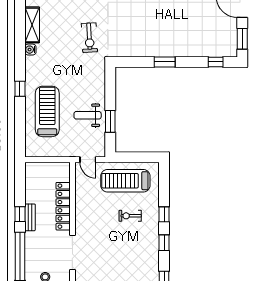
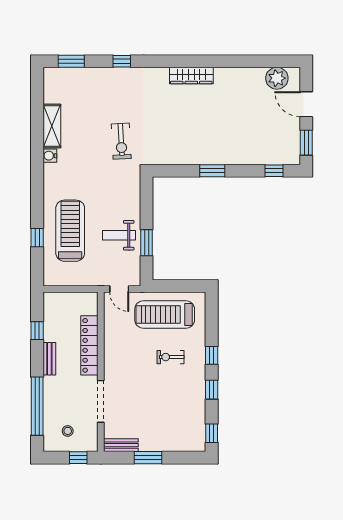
window: (20, 89) -> (37, 238), moved
window: (20, 214) -> (37, 331), moved

